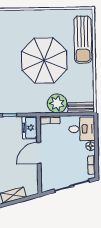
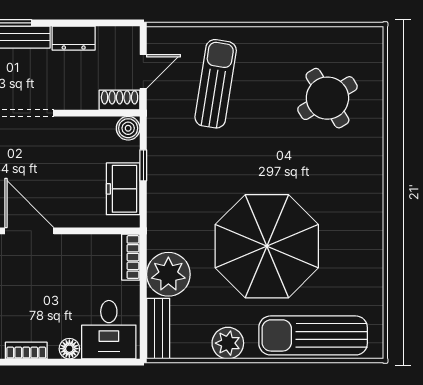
plant: (87, 77) -> (228, 343), added
freezer: (30, 128) -> (123, 189), moved, turned -90
door: (39, 153) -> (29, 231), moved

